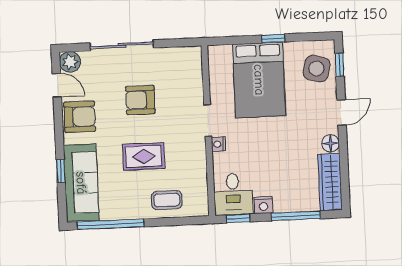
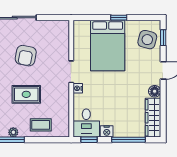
armchair: (140, 100) -> (26, 56), turned -79
plant: (127, 213) -> (13, 132), added

